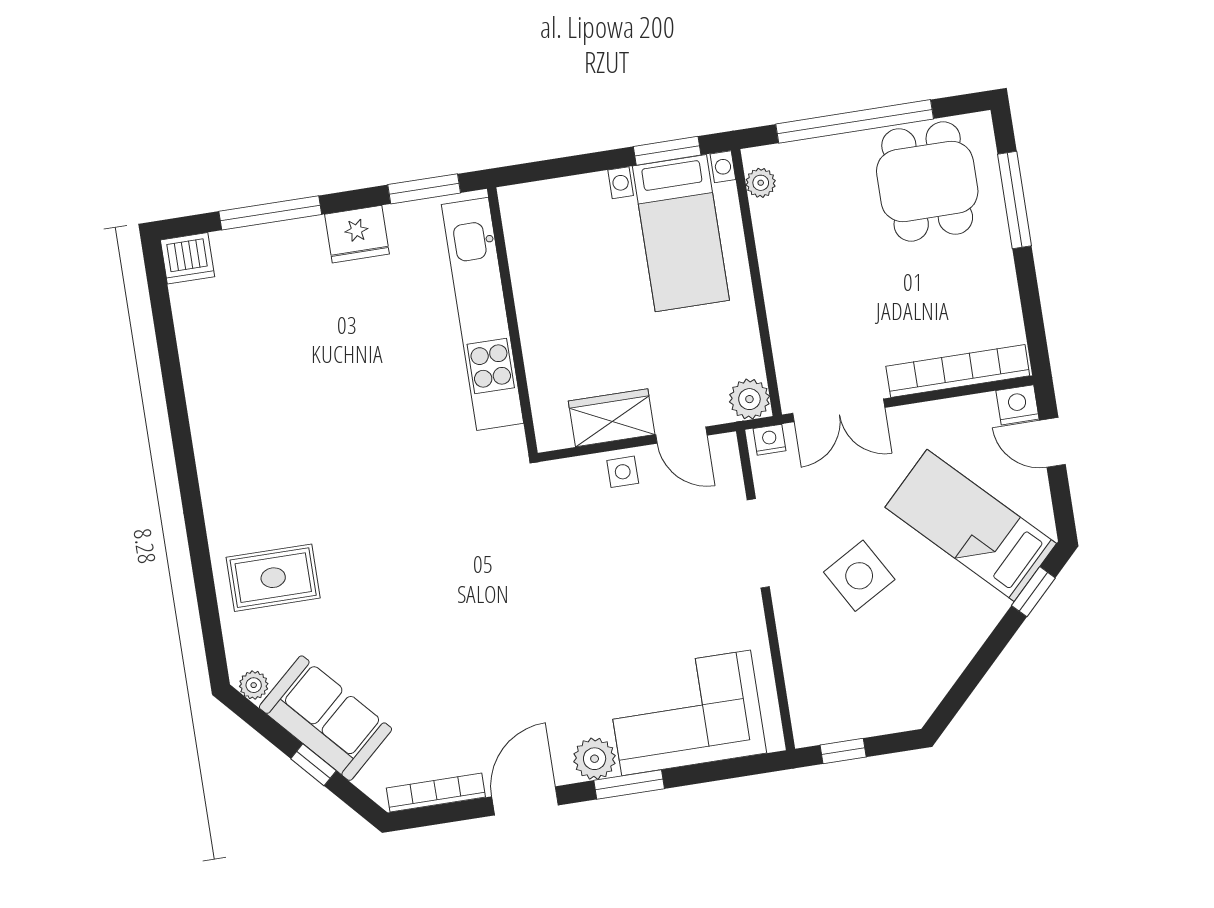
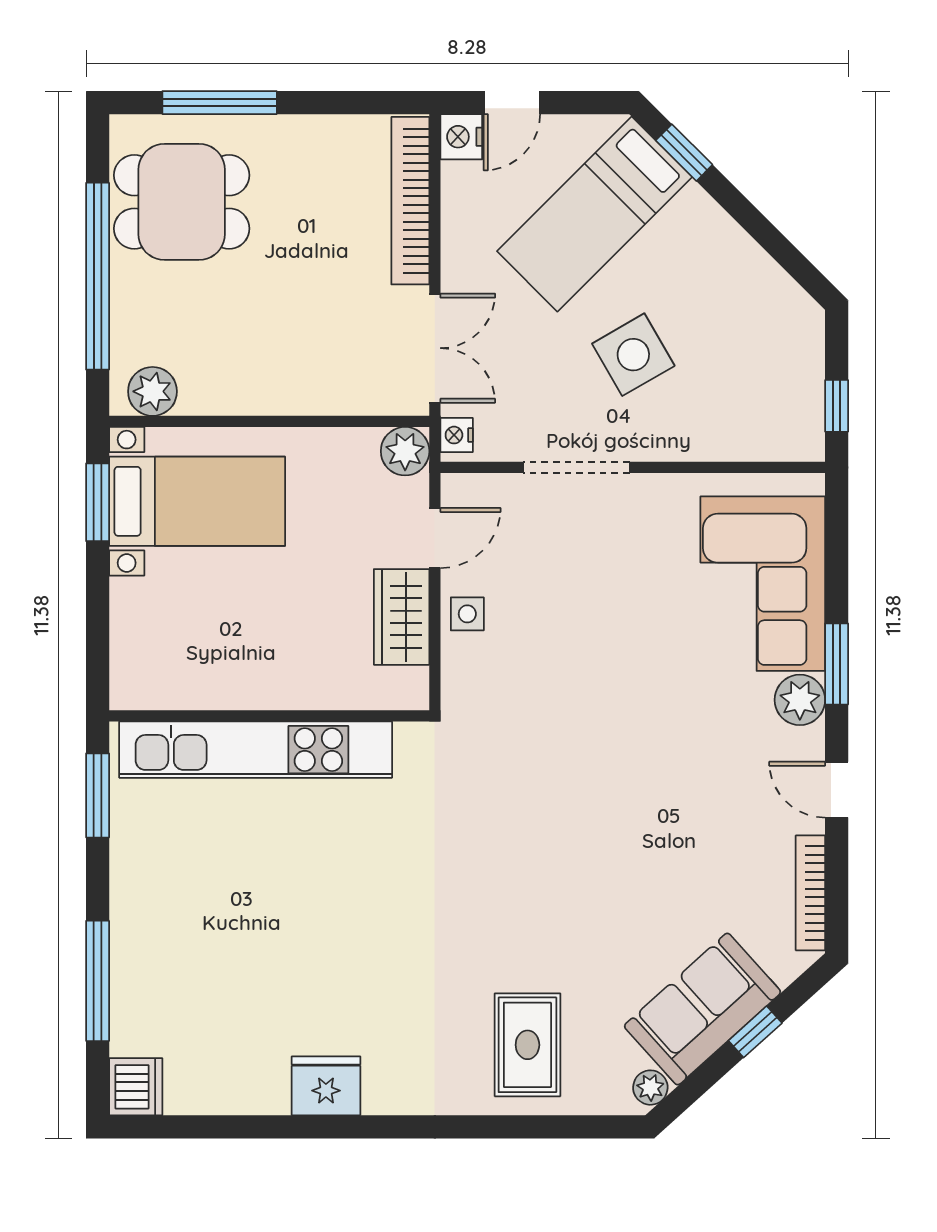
plant: (761, 183) -> (152, 391), width x1.38, depth x1.38
fridge: (357, 234) -> (326, 1086), moved, turned -90
door: (525, 801) -> (837, 790), width x0.73

